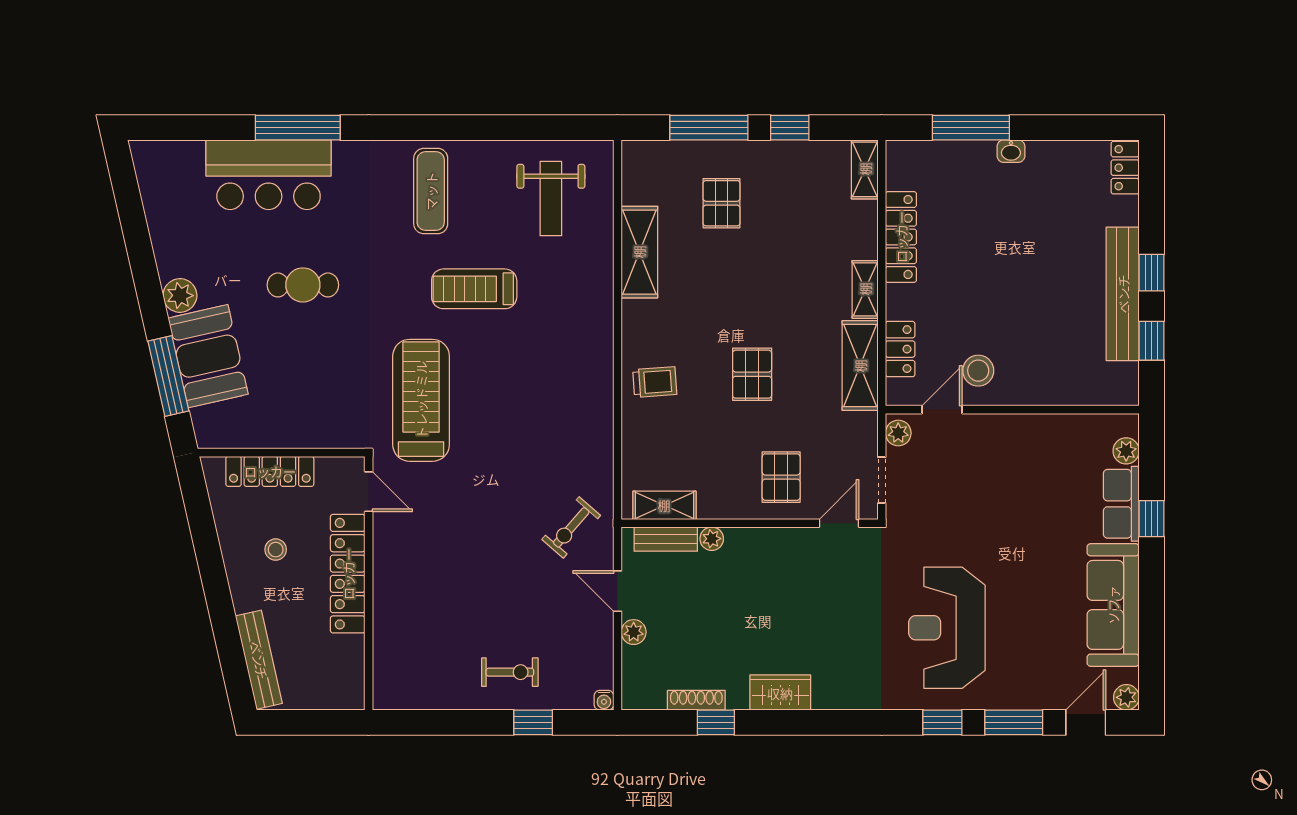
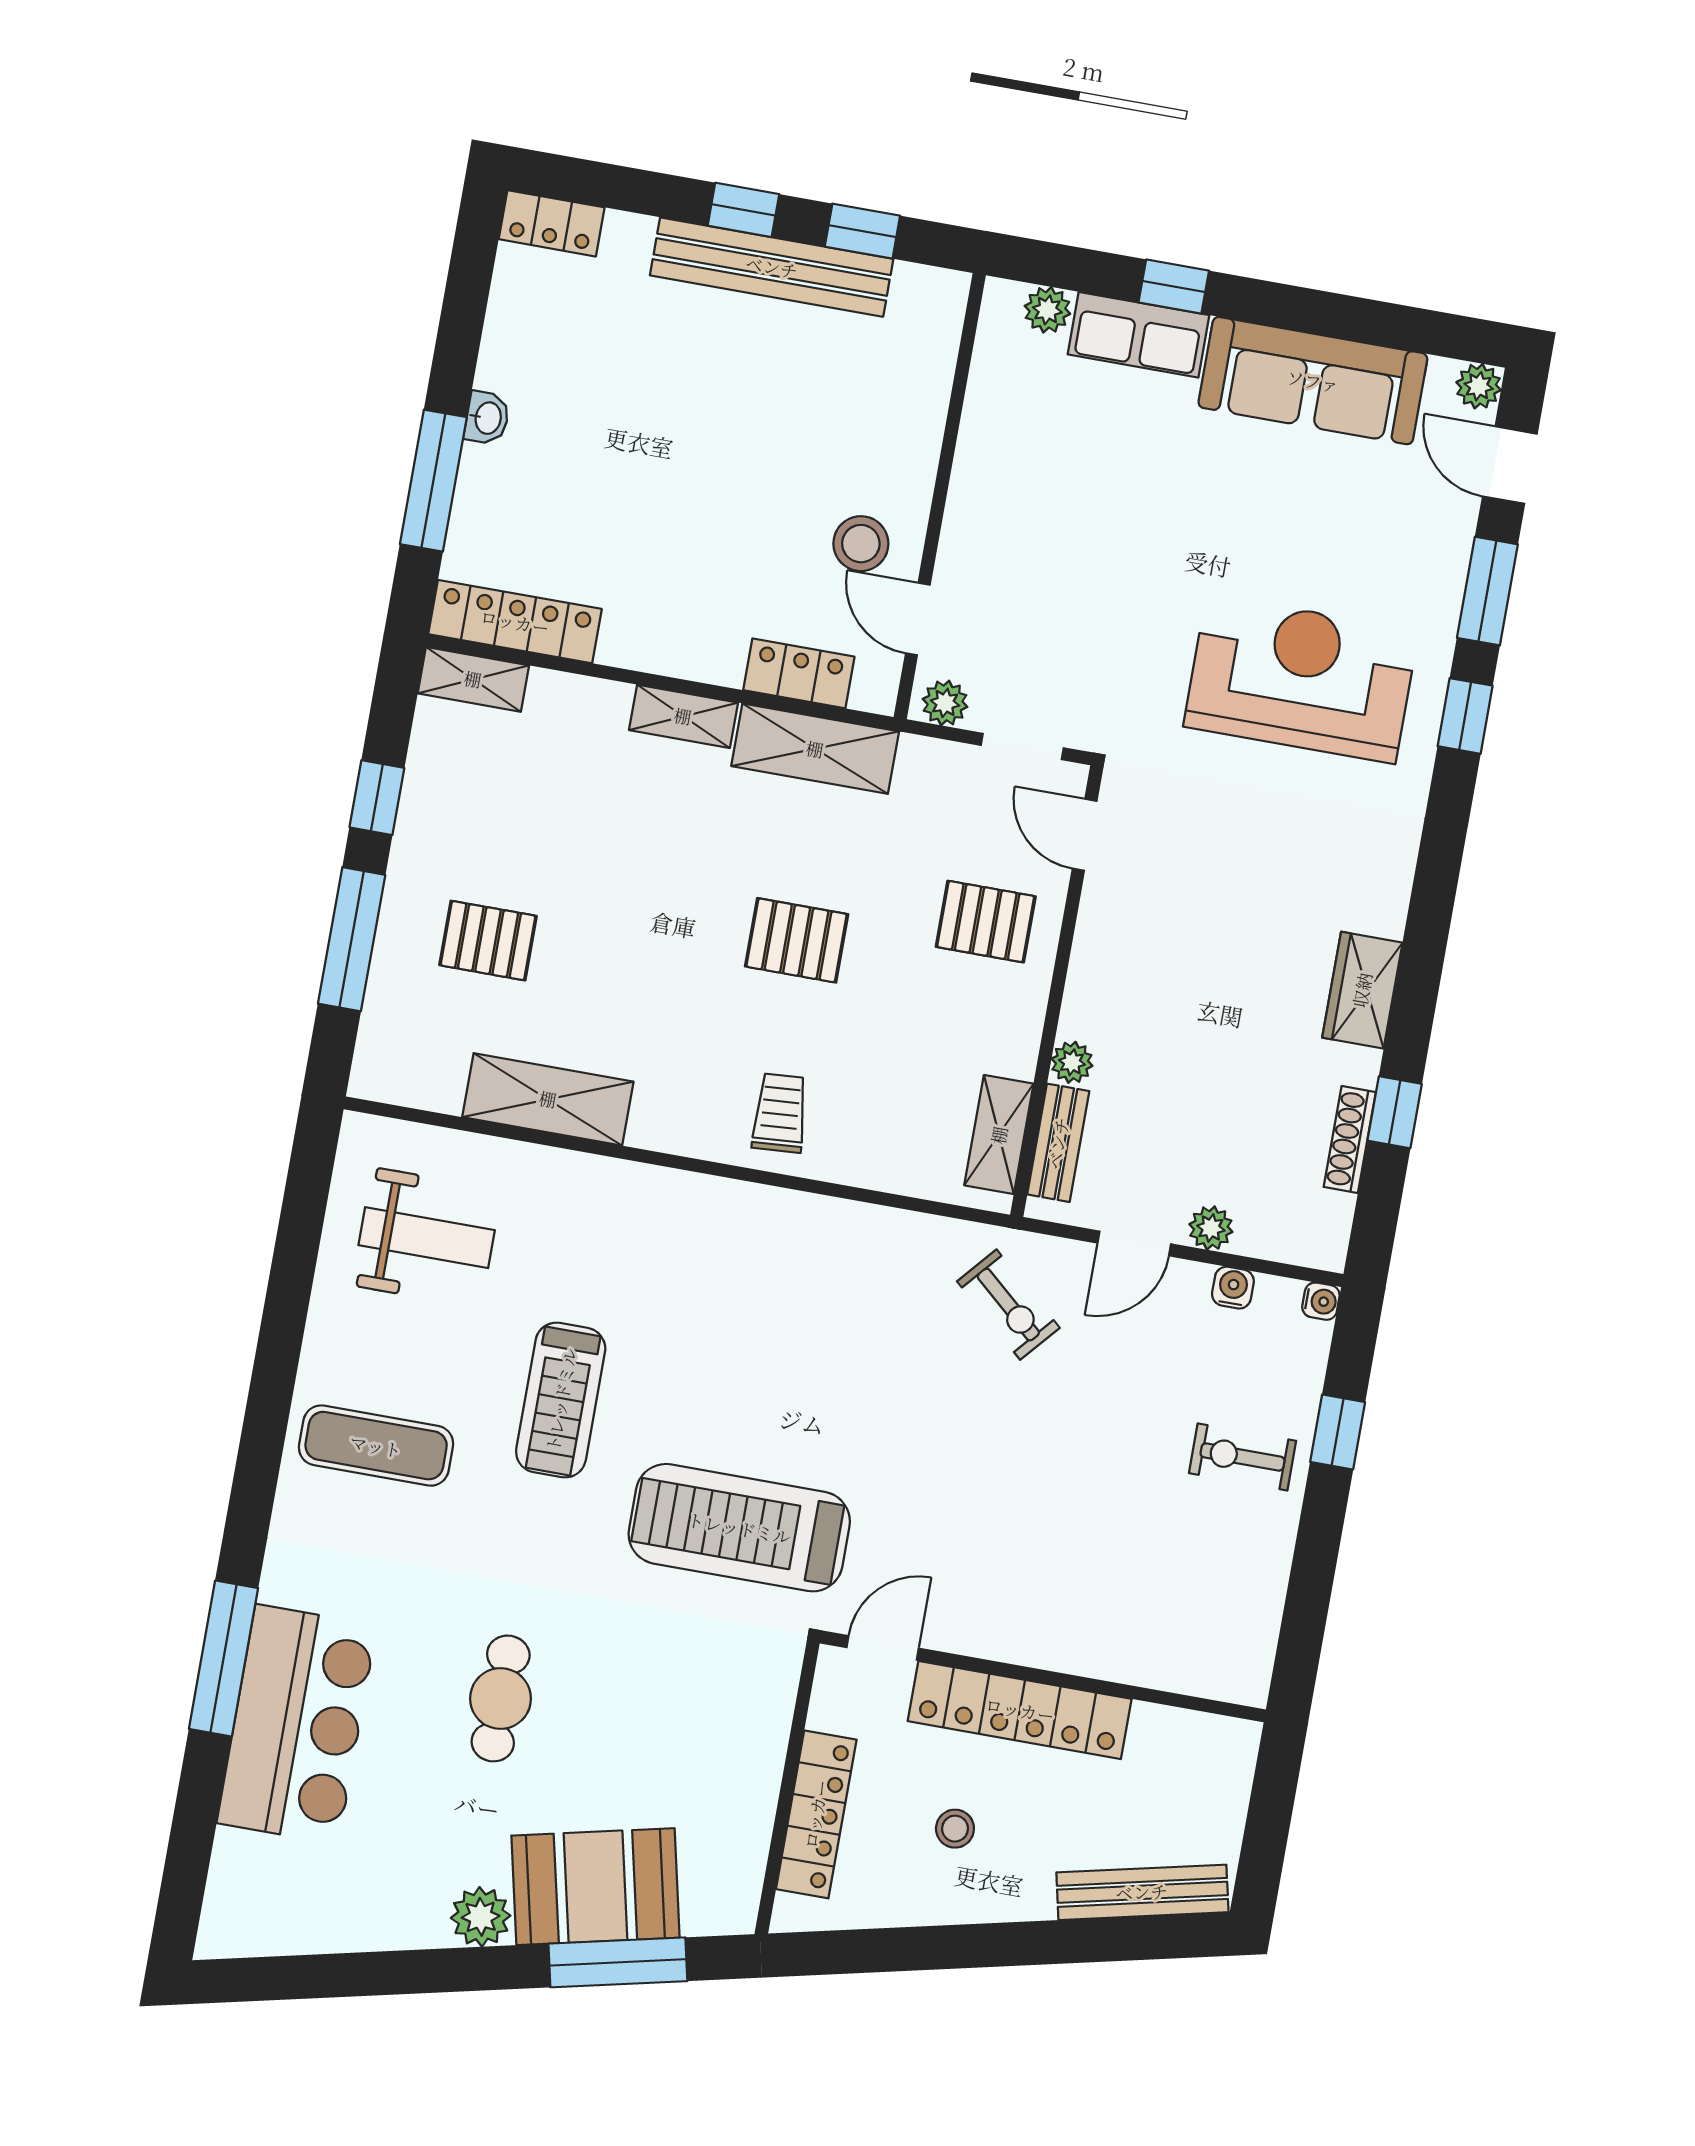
locker: (901, 237) -> (515, 622), moved
reception desk: (947, 628) -> (1301, 679), turned 180
water cooler: (603, 650) -> (1233, 1288), added
exercise bike: (510, 672) -> (1242, 1457), turned -90

